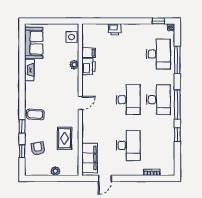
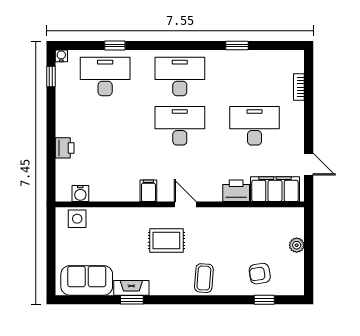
water cooler: (87, 39) -> (80, 194), added
filing cabinet: (89, 53) -> (148, 191), moved
window: (177, 60) -> (115, 46), width x0.46
plant: (74, 65) -> (122, 214), removed
printer: (89, 67) -> (236, 191), moved
window: (177, 105) -> (188, 46), removed
window: (22, 127) -> (132, 300), moved
rug: (65, 138) -> (166, 240), moved

